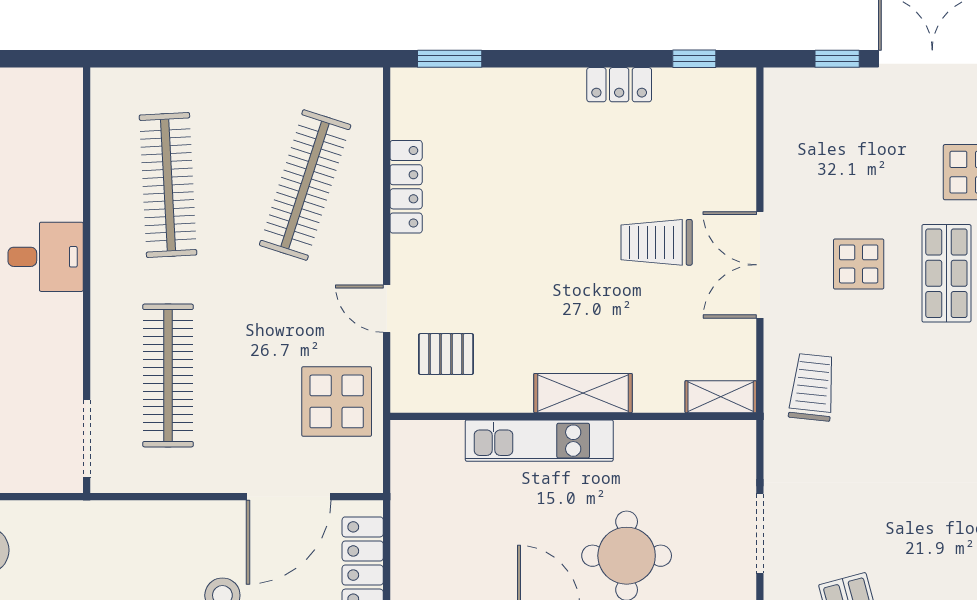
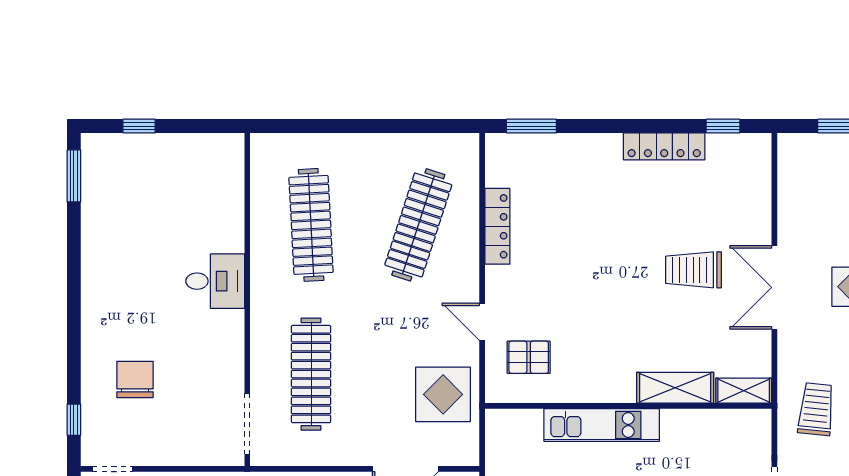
locker: (619, 85) -> (664, 146), width x1.53
trolley: (812, 387) -> (816, 409), moved
shelving: (583, 393) -> (675, 388), moved

